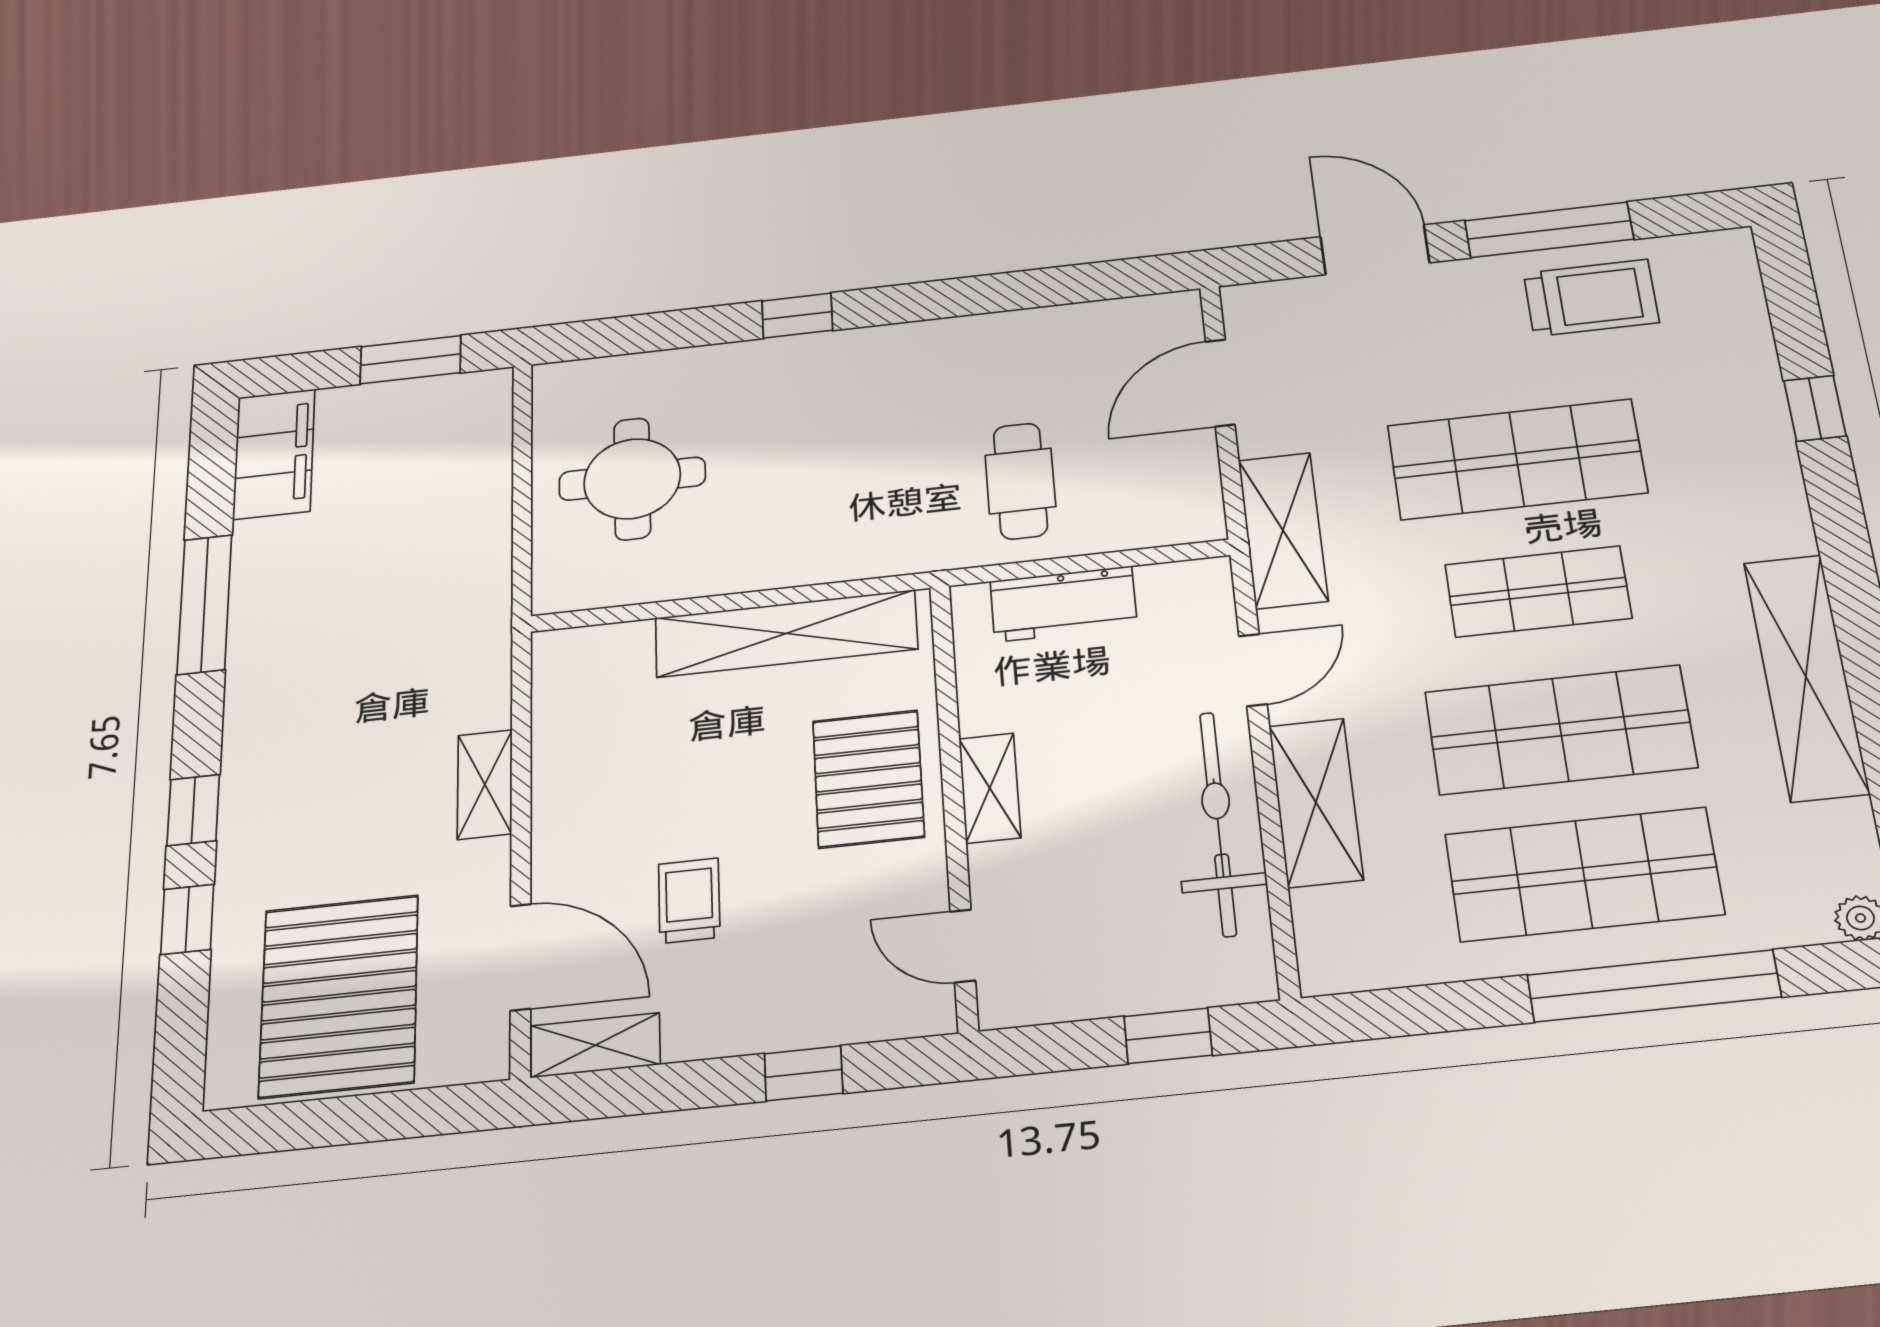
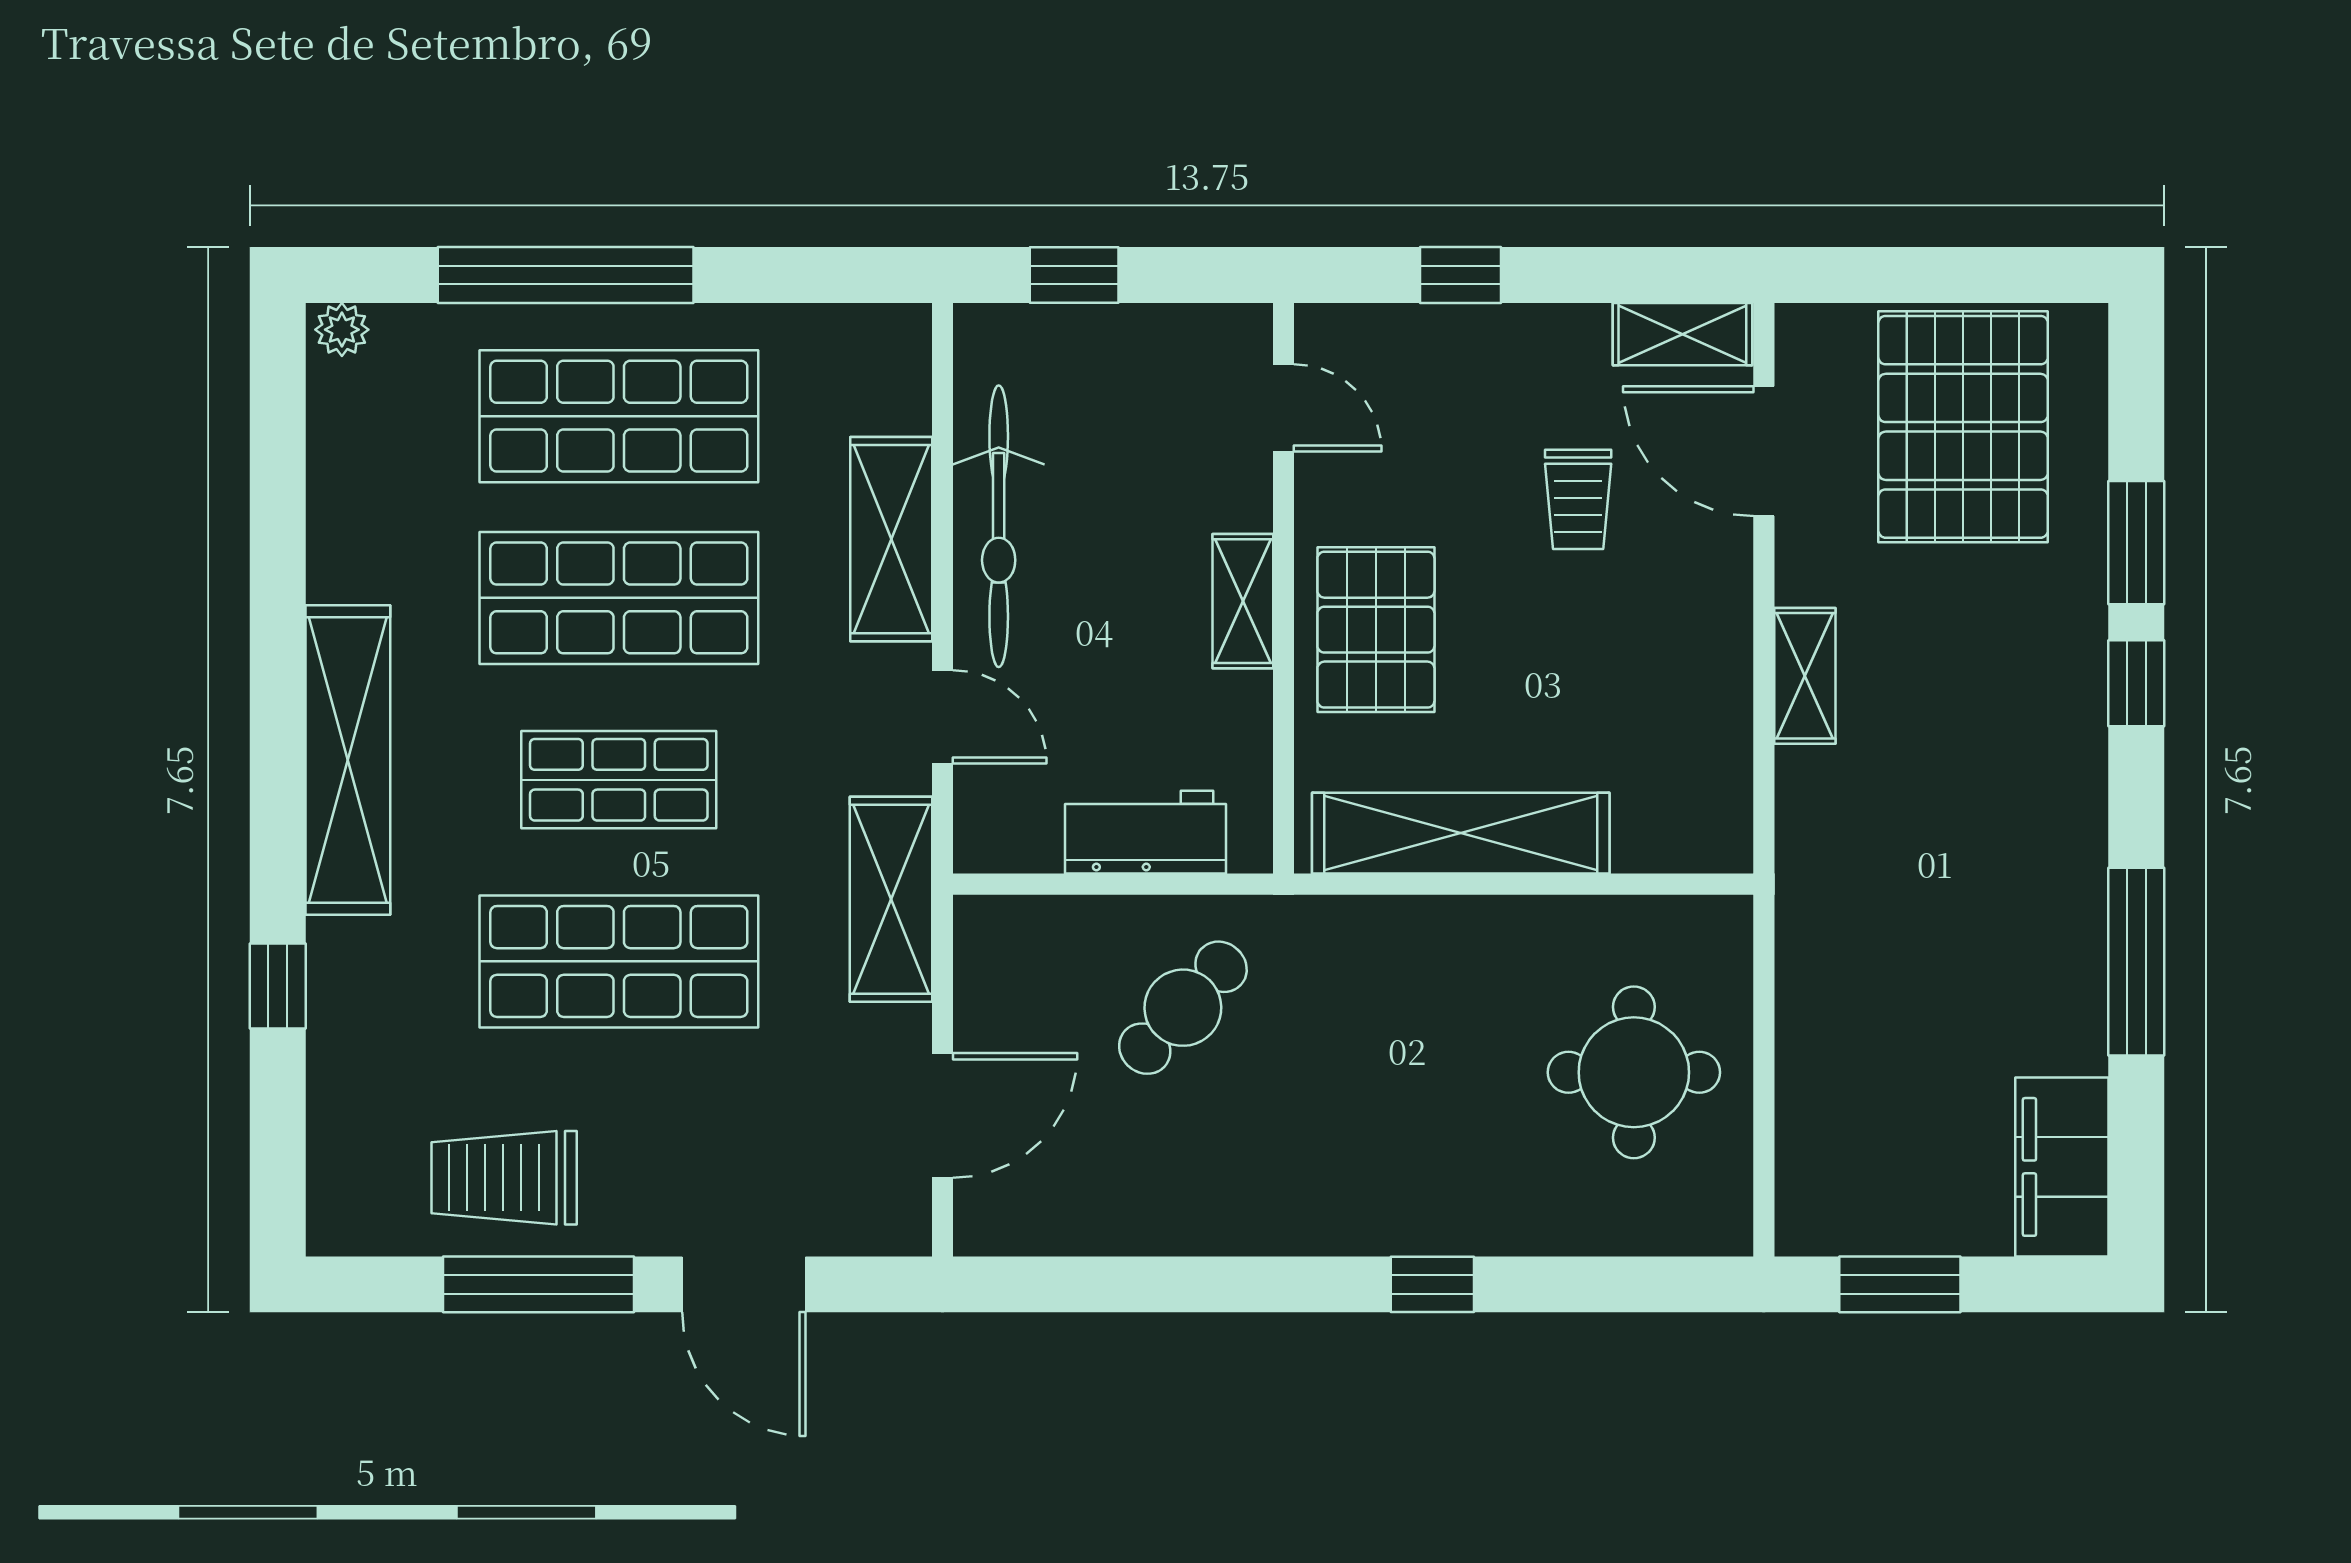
cafe table: (1020, 481) -> (1183, 1008), turned 43
door: (1253, 670) -> (942, 717), swing flipped
shelving: (1806, 677) -> (348, 760), moved
window: (187, 919) -> (2136, 543), width x1.50

